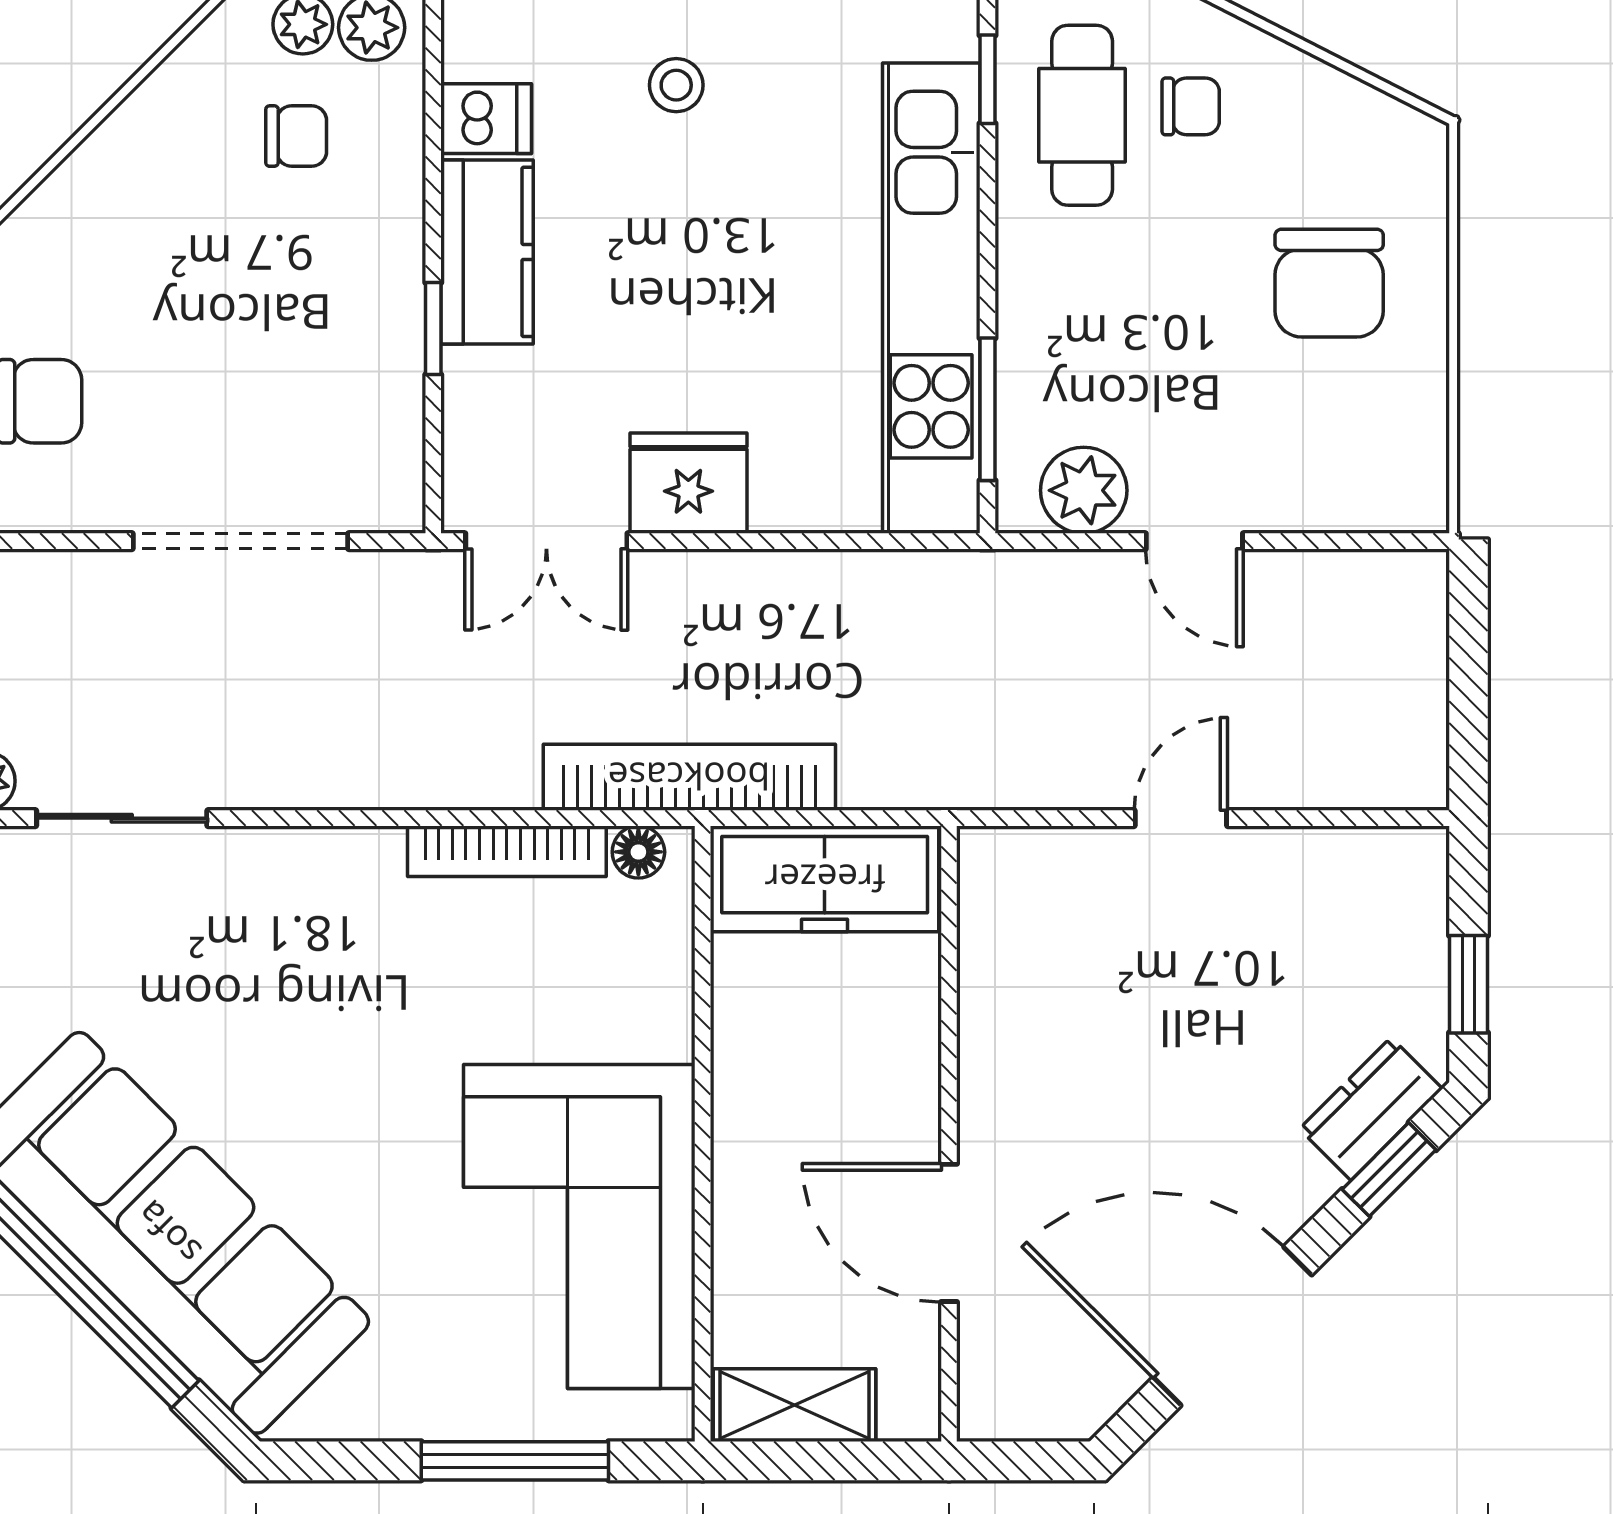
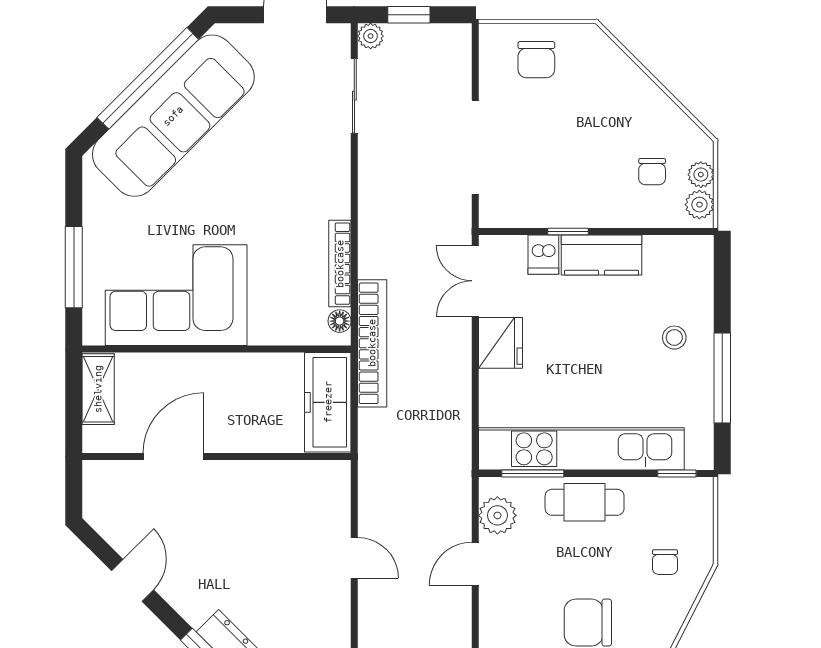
cafe table: (1082, 115) -> (585, 502), moved
dishwasher: (486, 119) -> (543, 255), moved
door: (1232, 1326) -> (133, 580), width x0.53

